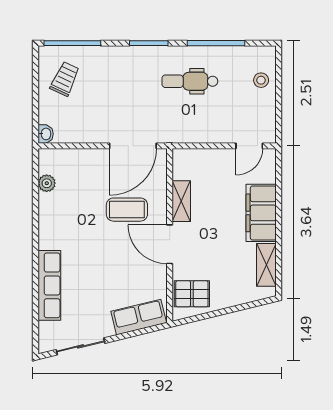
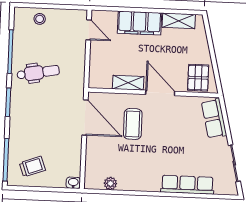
trolley: (65, 79) -> (32, 167), turned 135
dental chair: (190, 81) -> (38, 73), turned -100
door: (170, 244) -> (160, 93), swing flipped

